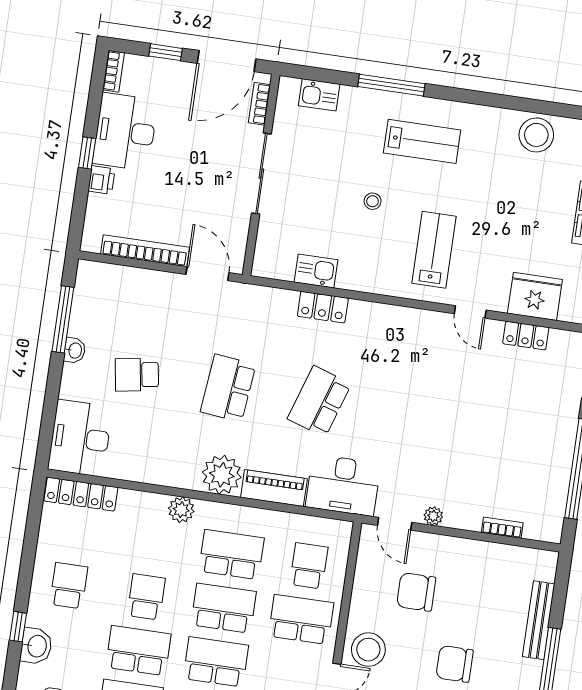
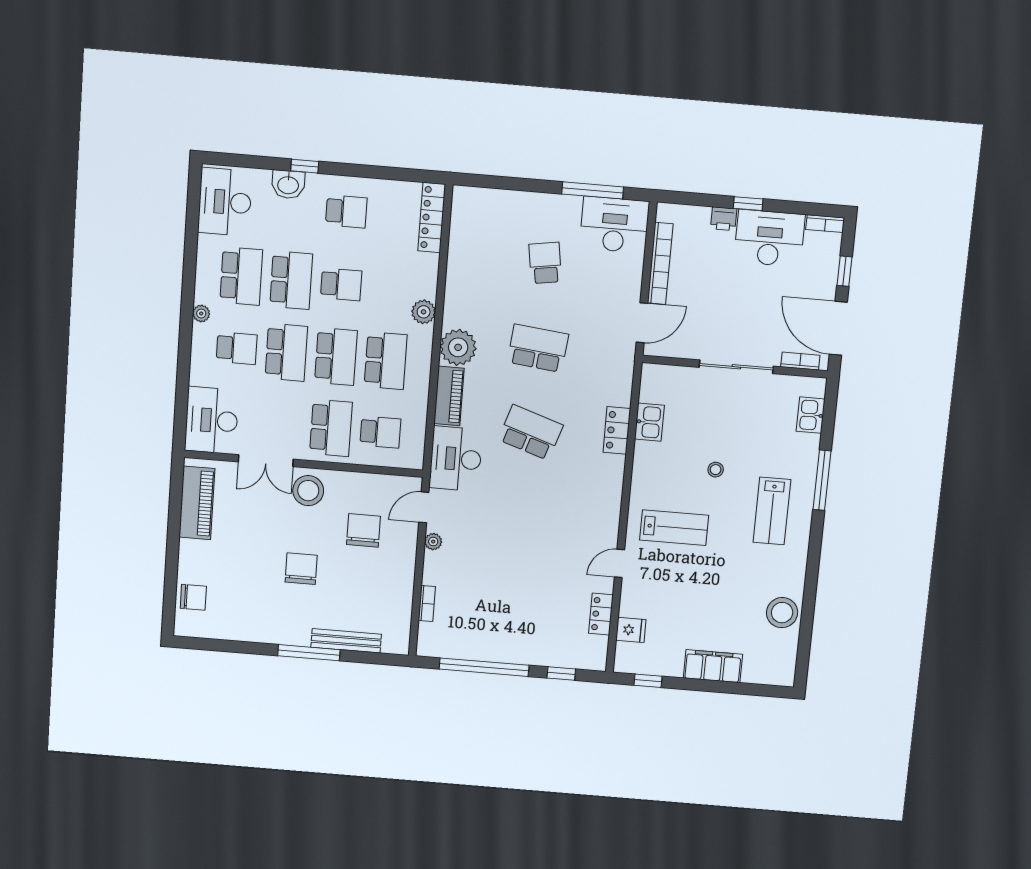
fridge: (535, 296) -> (631, 630), width x0.53, depth x0.75
washbasin: (75, 350) -> (564, 203), removed
desk: (80, 438) -> (614, 225), moved

